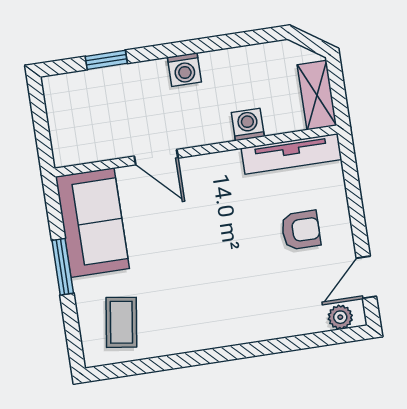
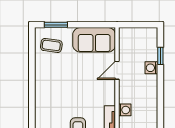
washing machine: (184, 70) -> (151, 68), moved
window: (63, 267) -> (56, 25), moved

